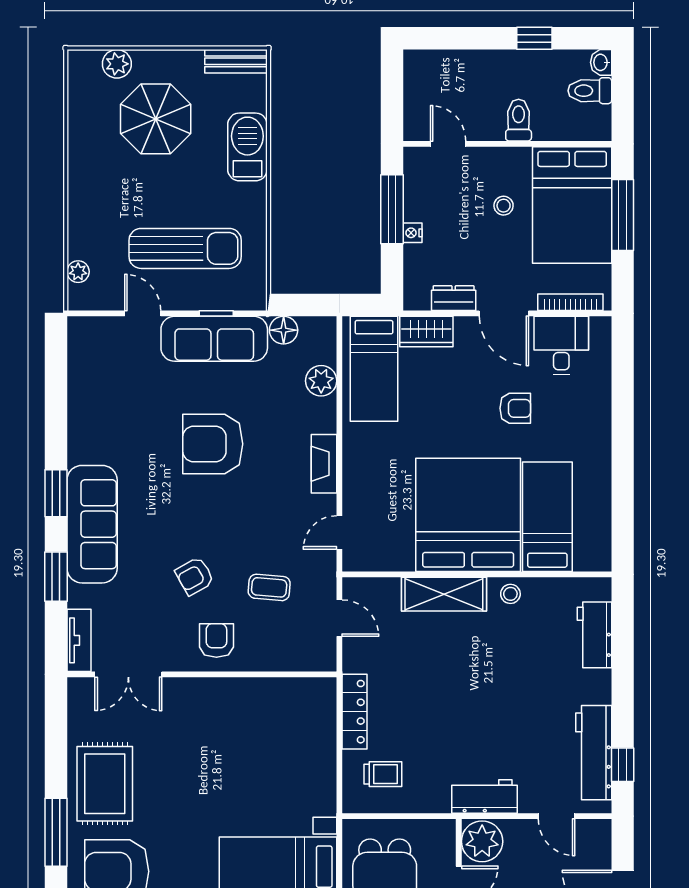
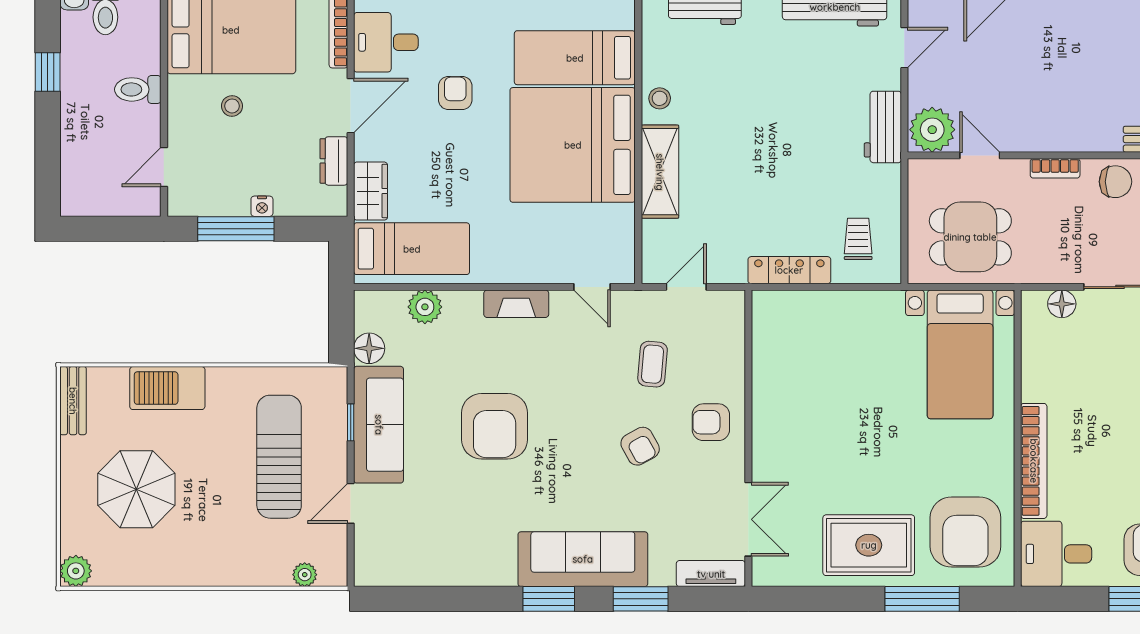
plant: (117, 64) -> (76, 571), moved

